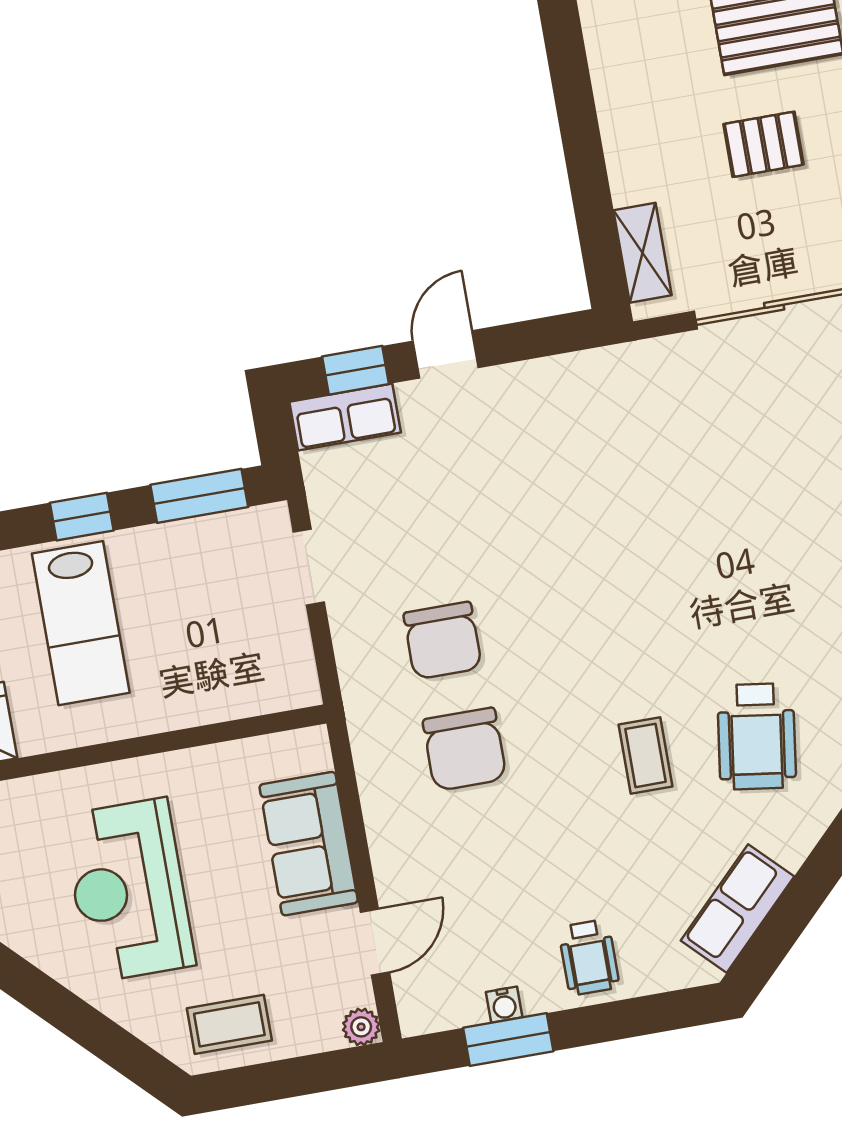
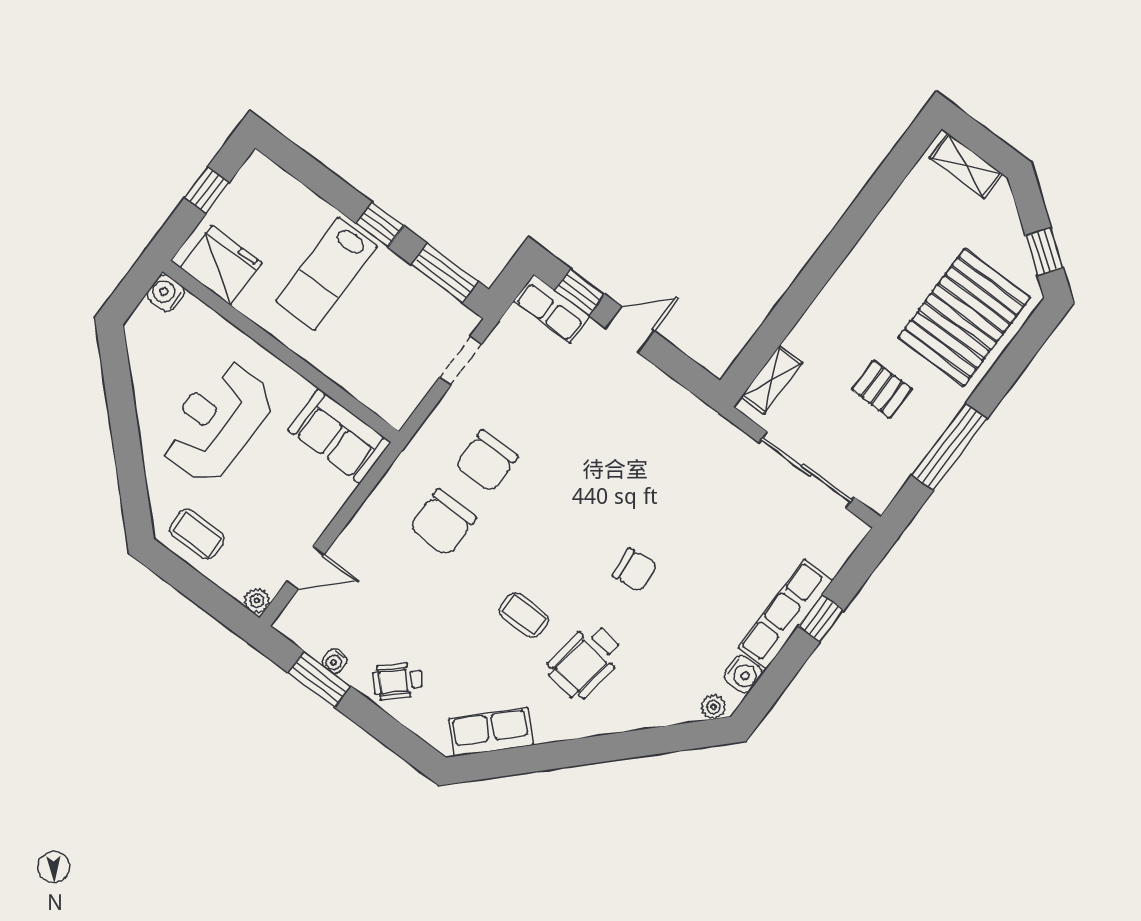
chair: (709, 591) -> (635, 570), added
coffee table: (645, 755) -> (524, 615), turned 90
sofa: (309, 844) -> (339, 436), moved, turned -90
wheelchair: (589, 957) -> (397, 681), turned 47

